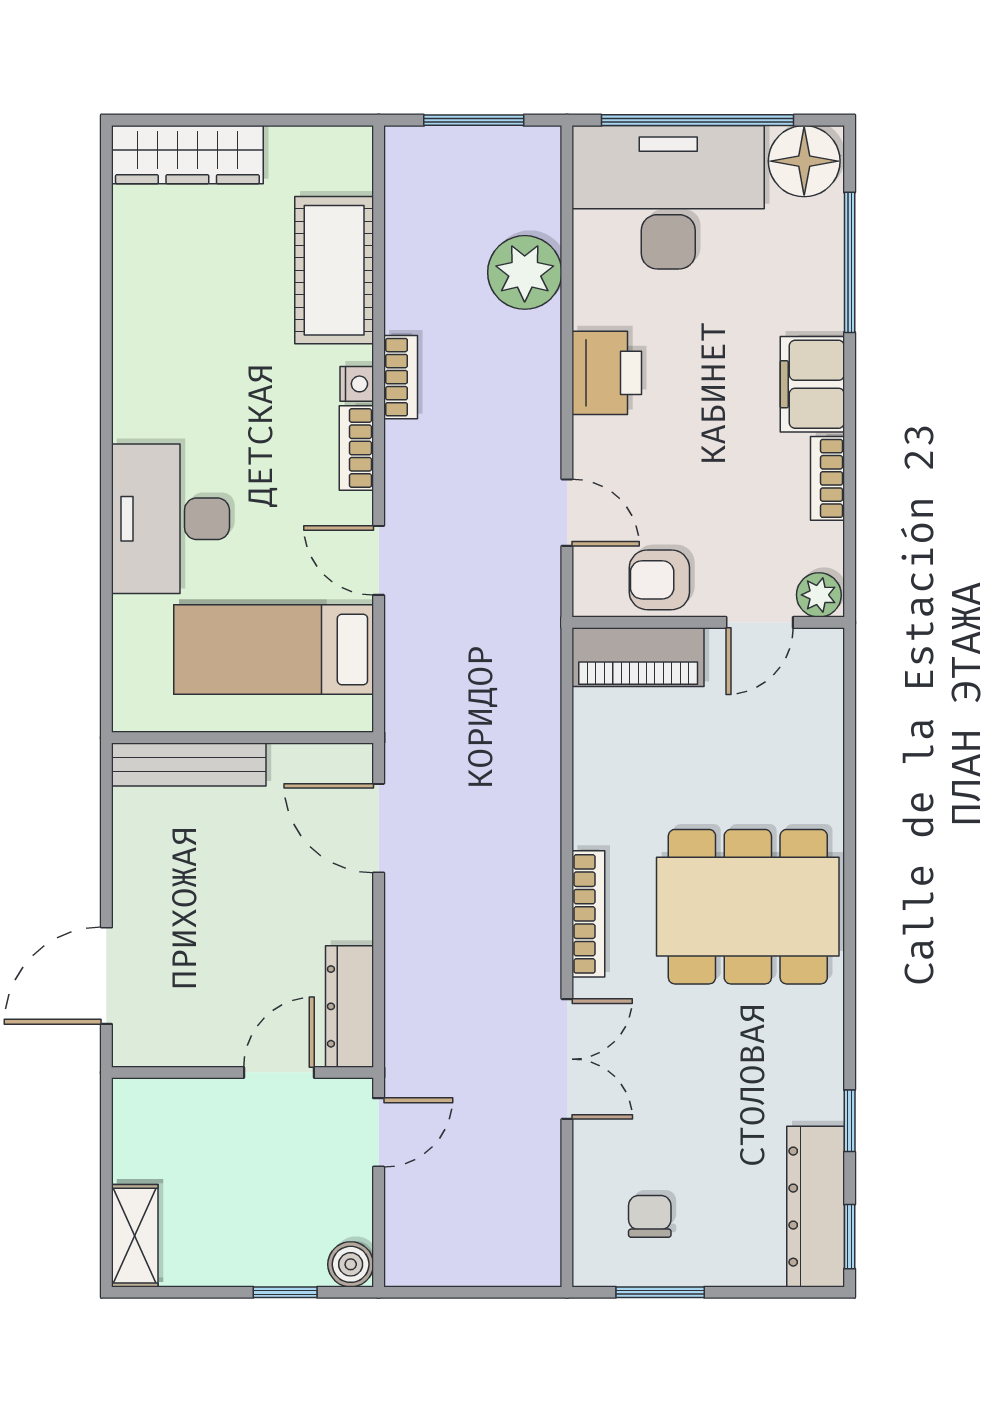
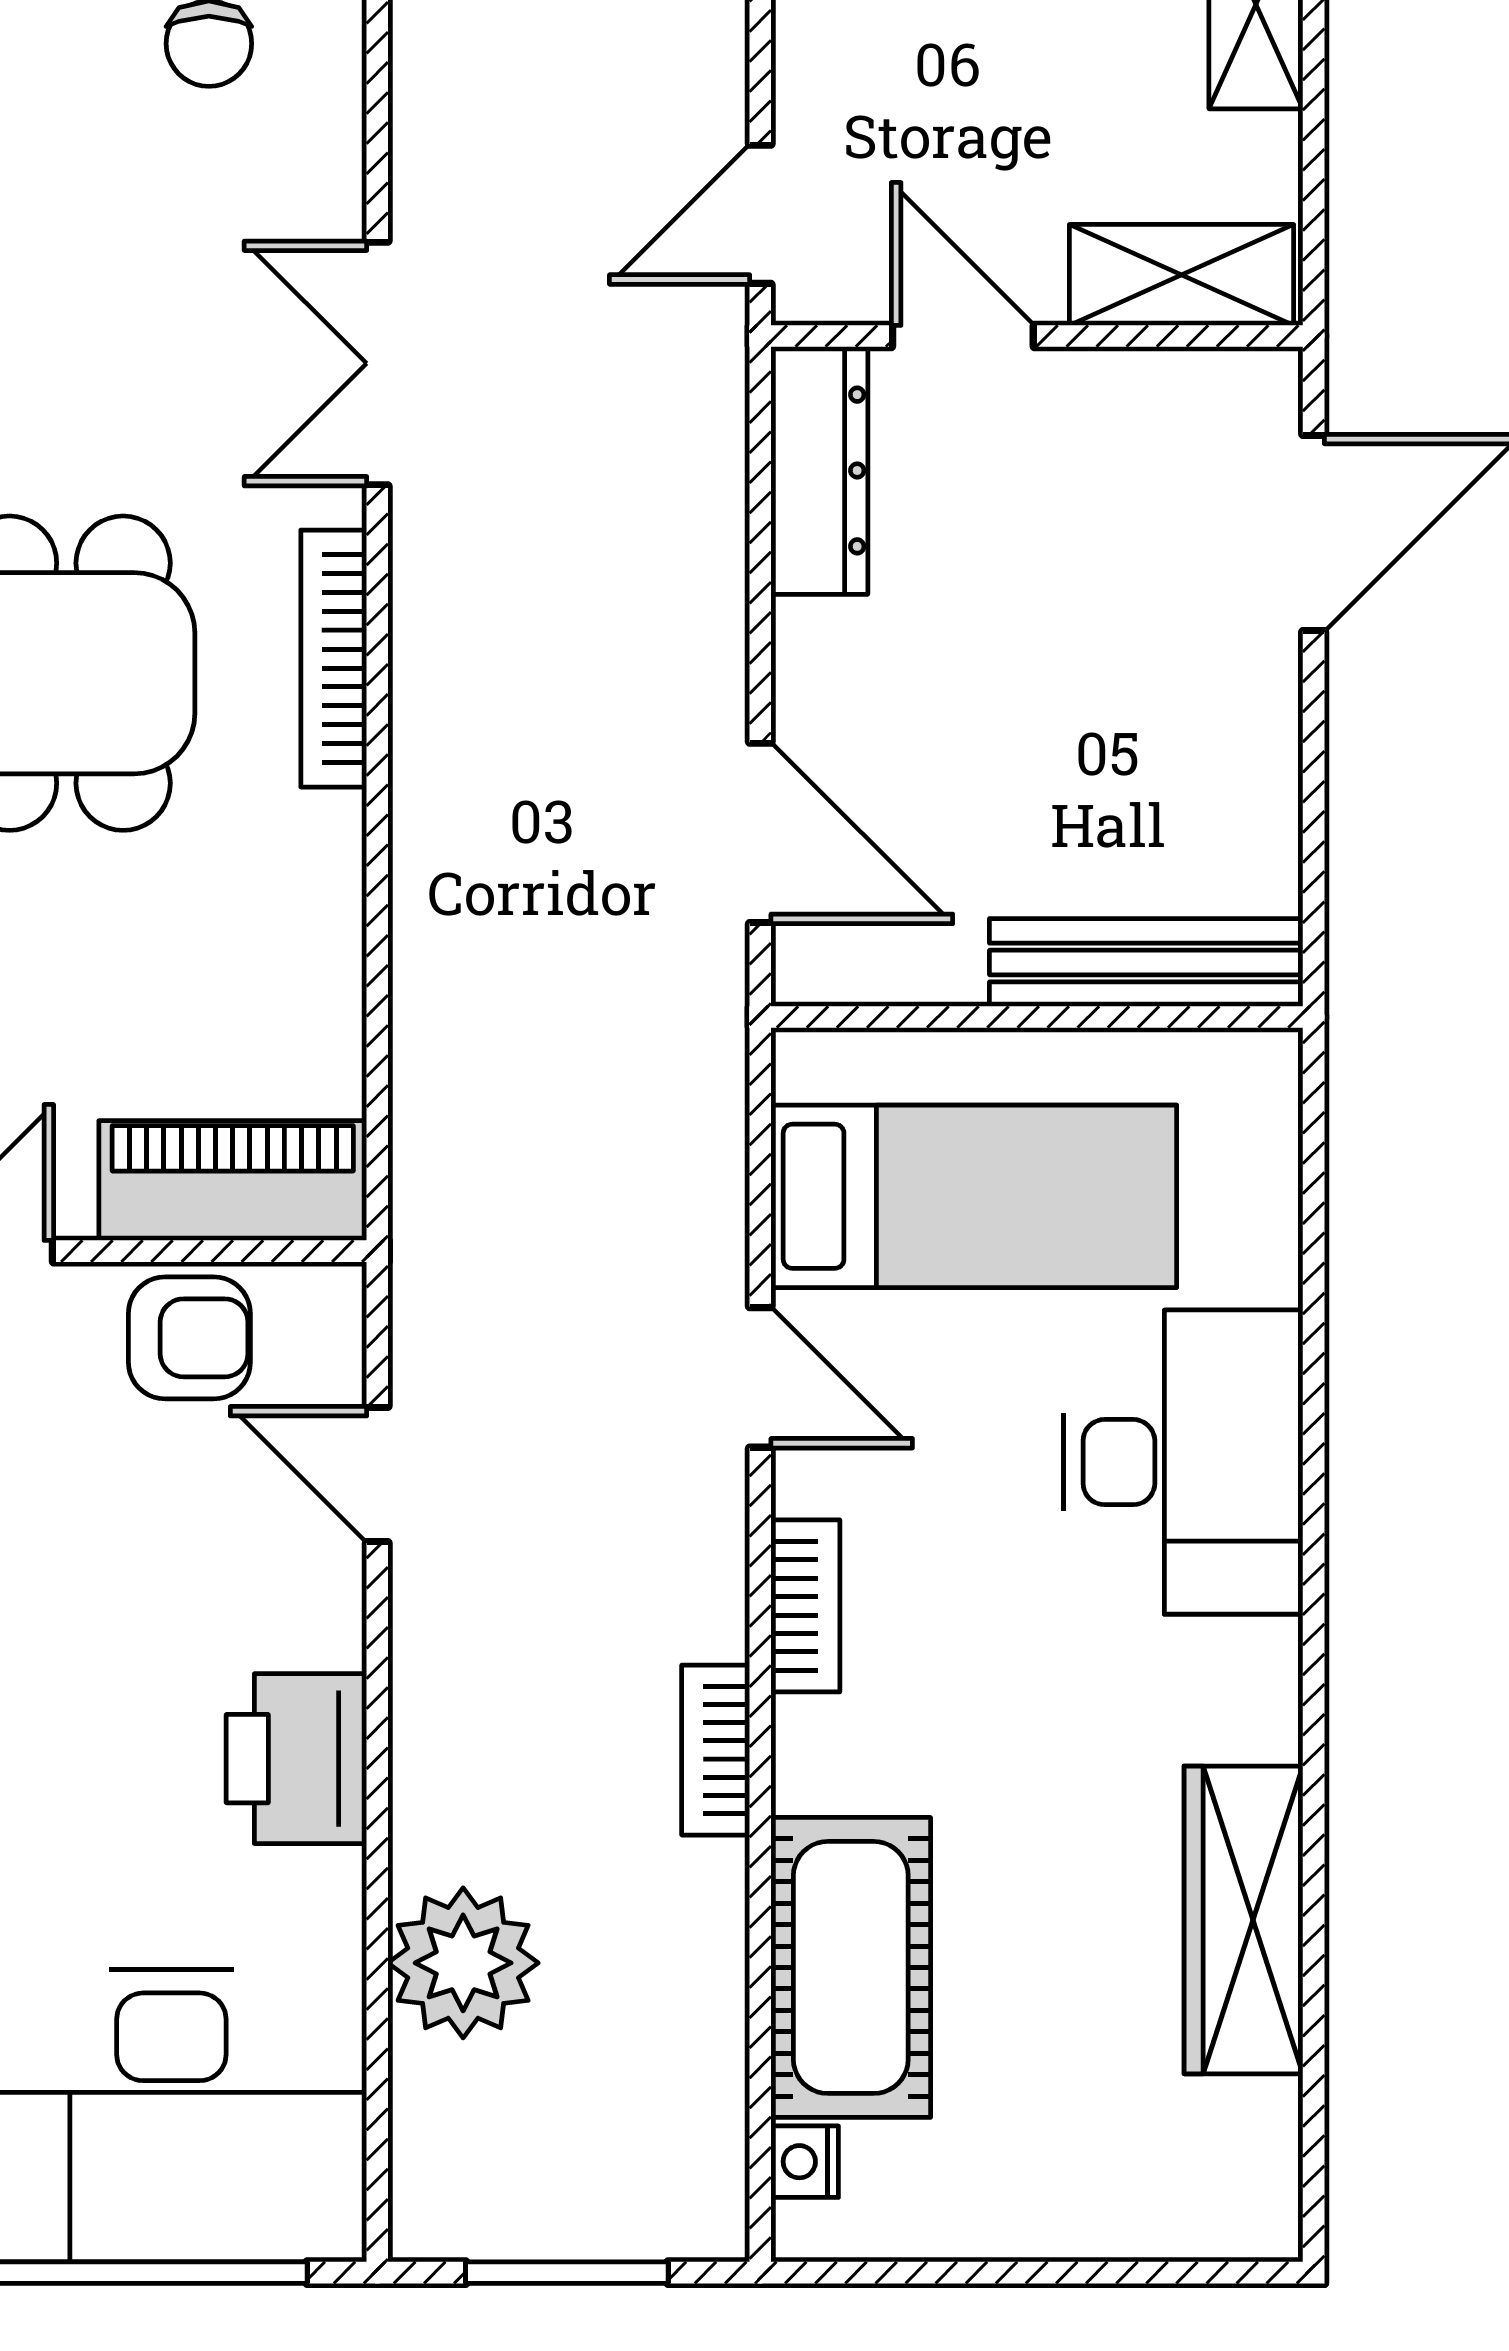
wardrobe: (187, 155) -> (1244, 1920), moved, turned -90
nightstand: (357, 384) -> (805, 2162), moved
door: (279, 1072) -> (963, 336), swing flipped
shelving: (171, 1103) -> (1182, 275), added

